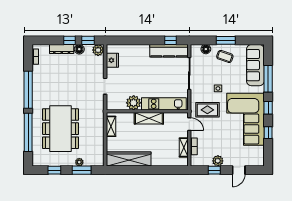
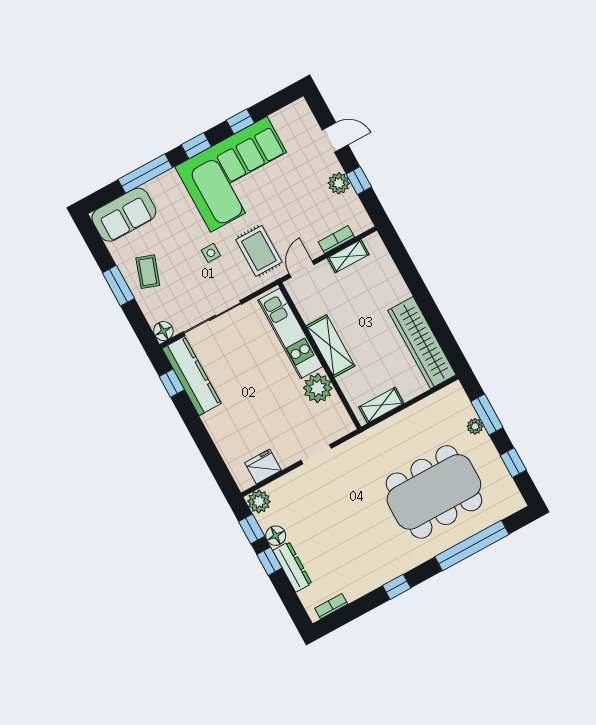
floor lamp: (206, 49) -> (163, 331), moved
sofa: (255, 65) -> (124, 215), width x0.73
window: (28, 90) -> (397, 587), width x0.32

